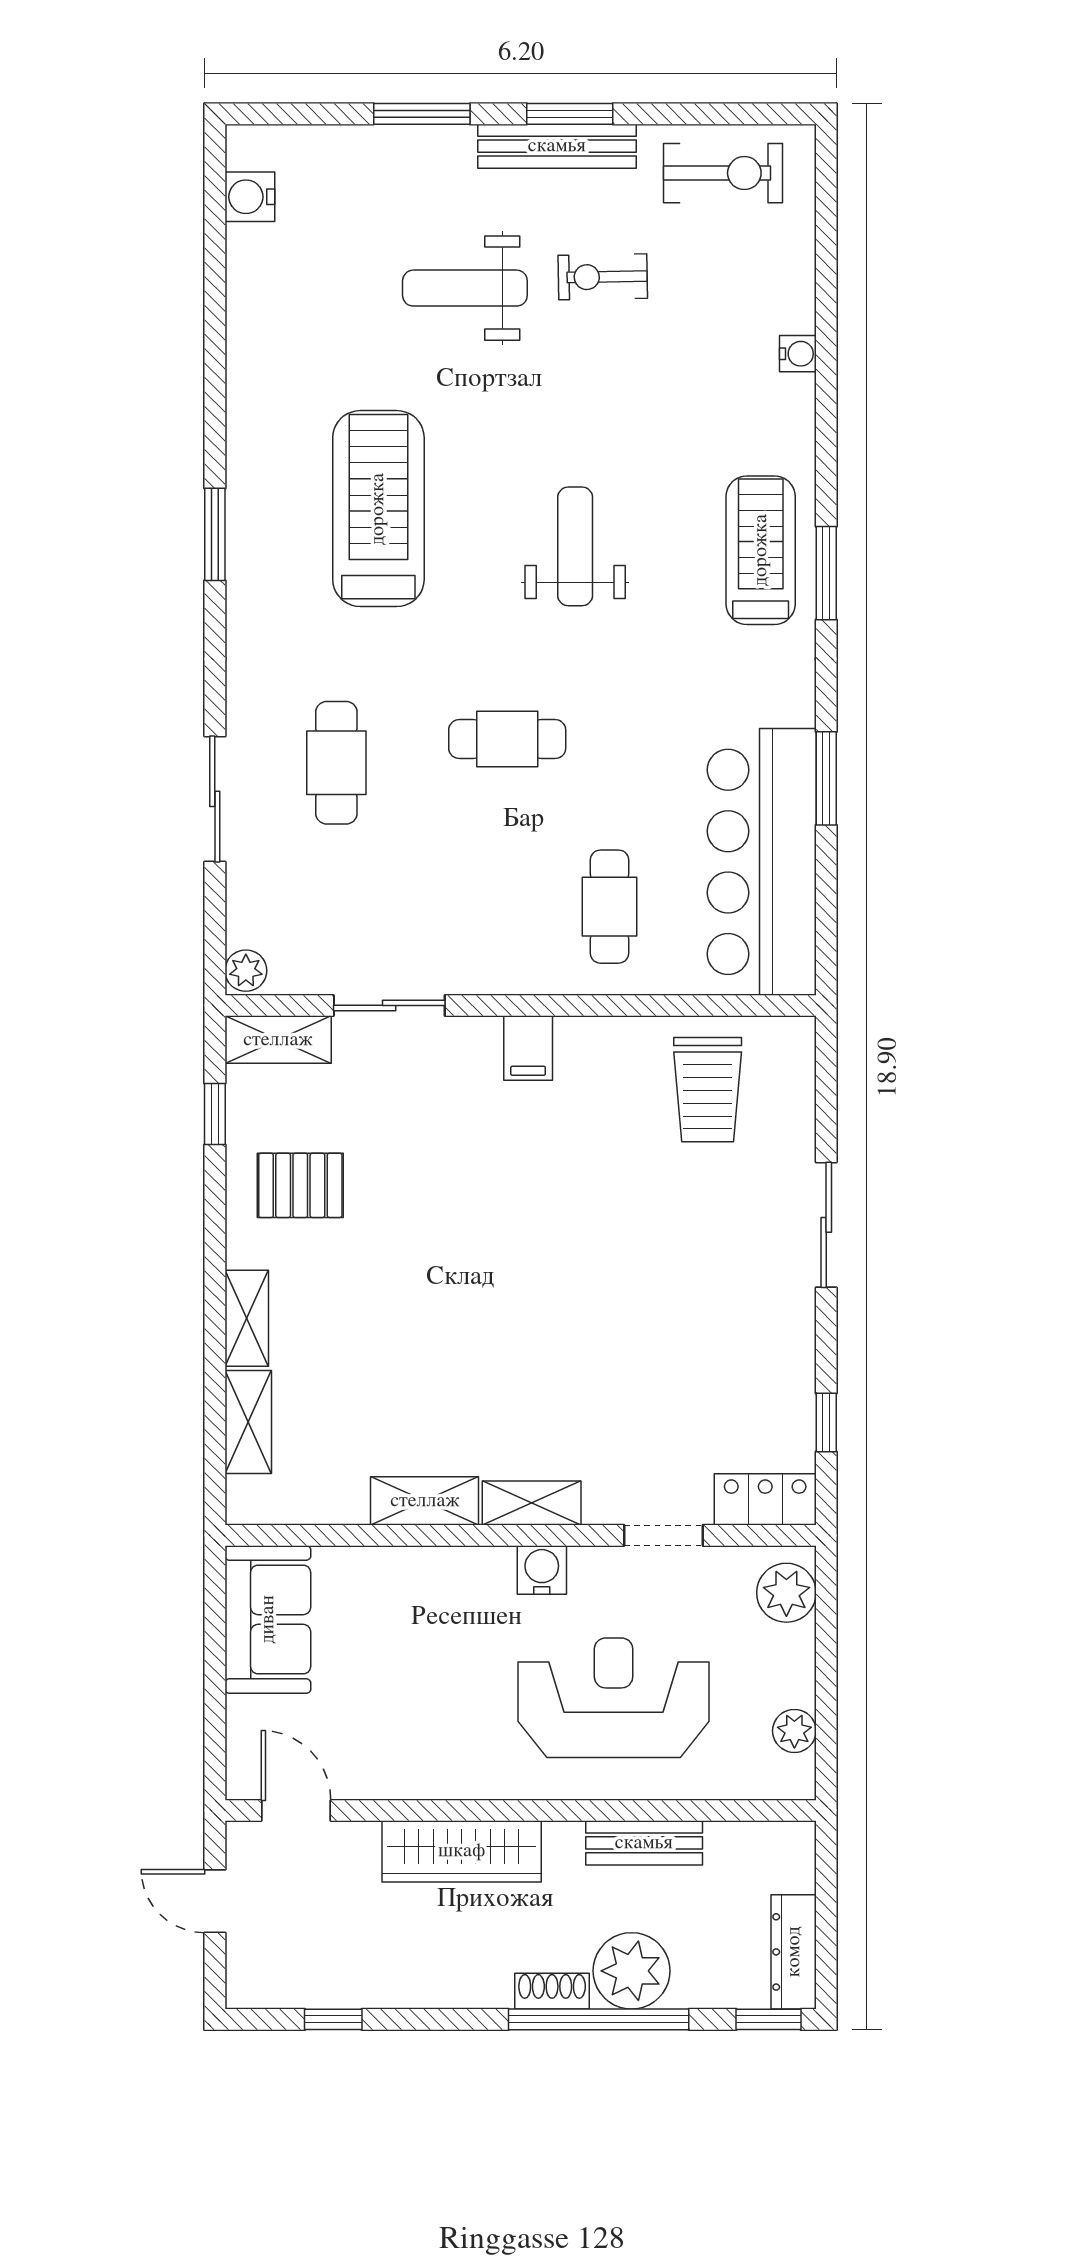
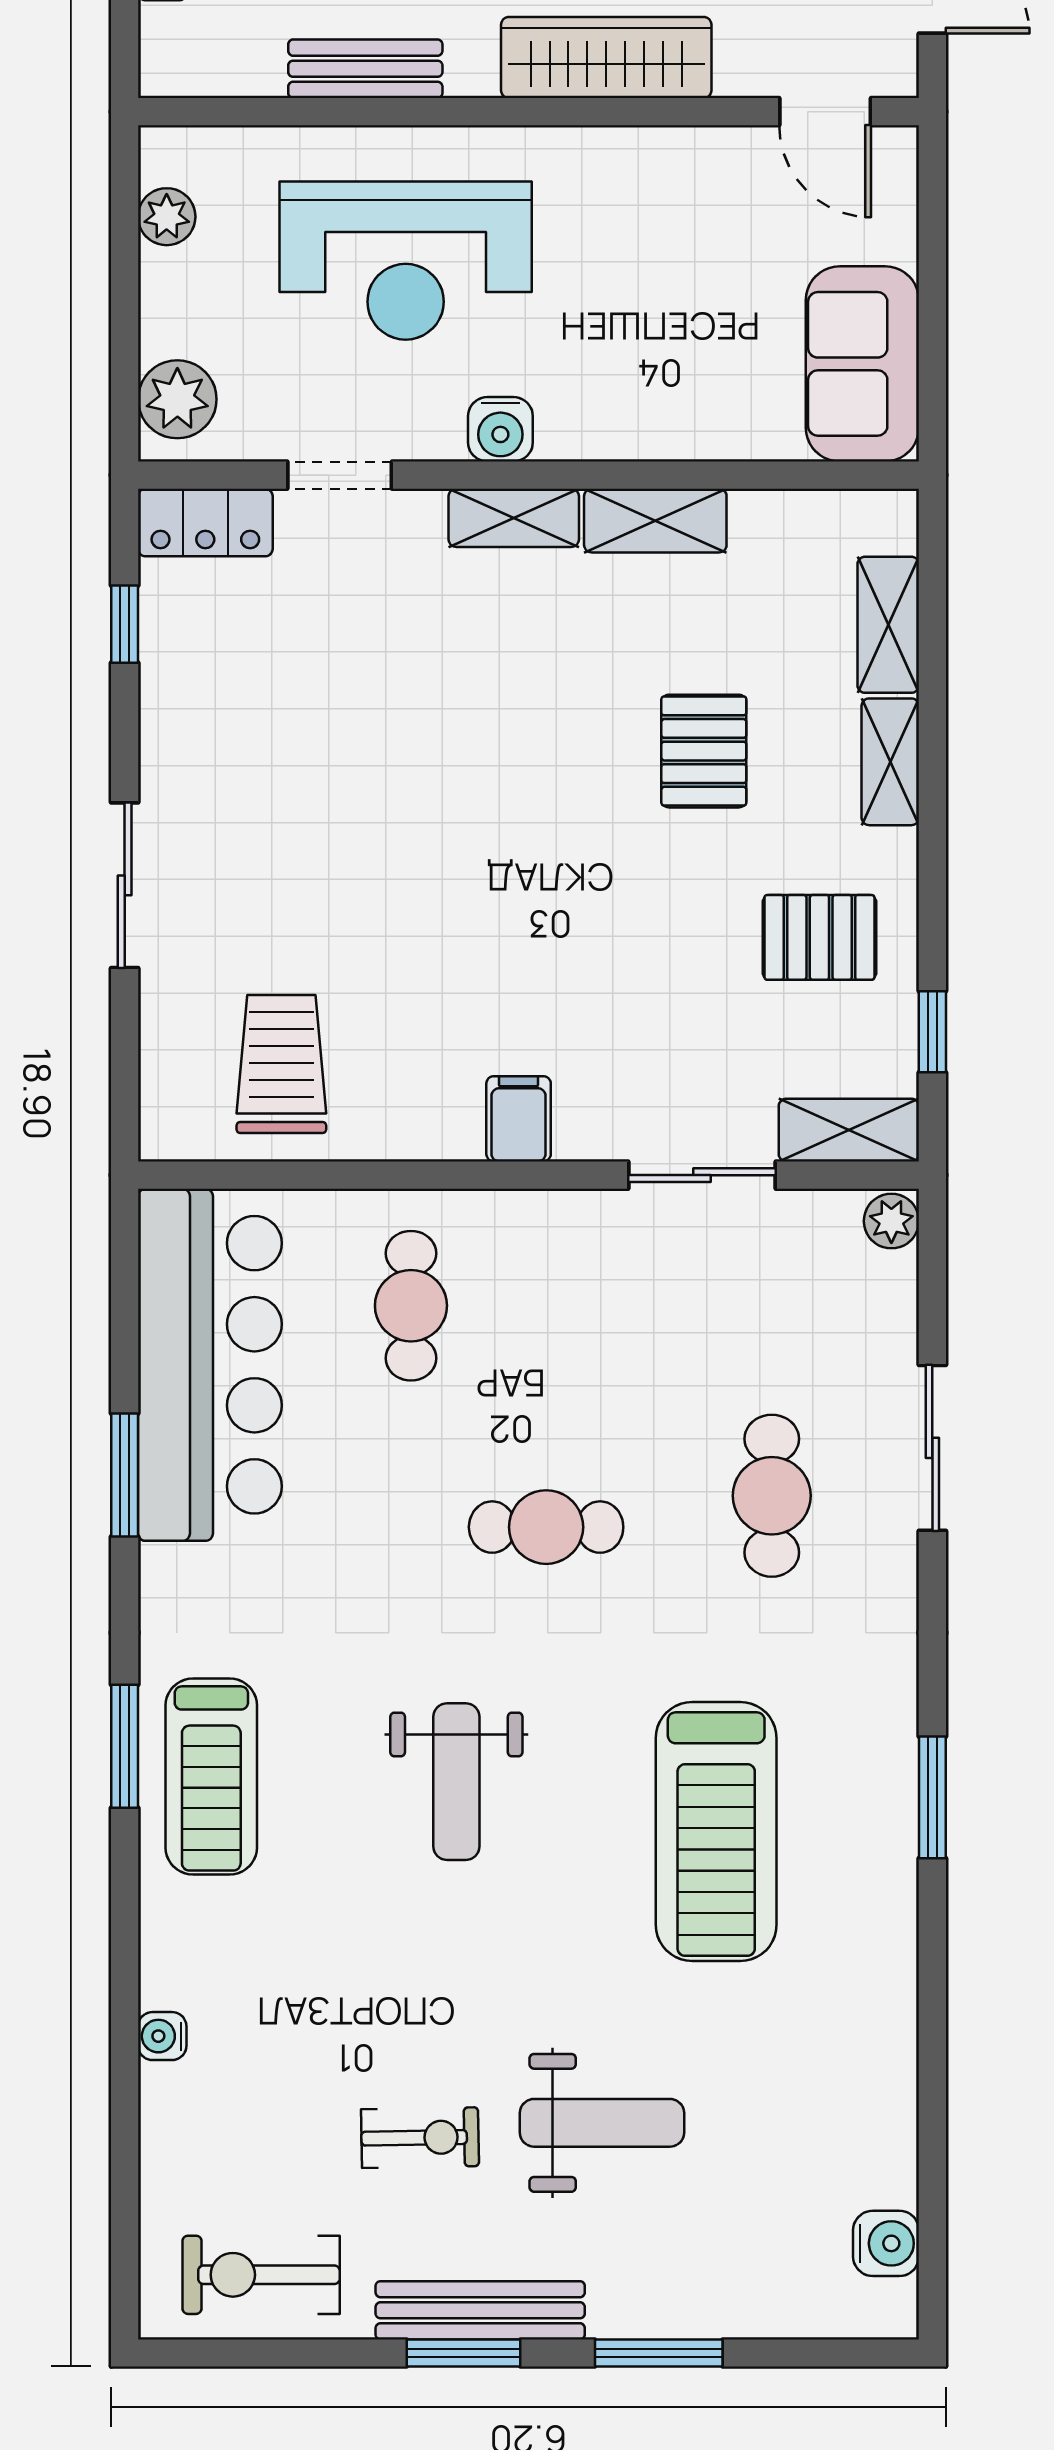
pallet: (388, 1326) -> (704, 751), added

